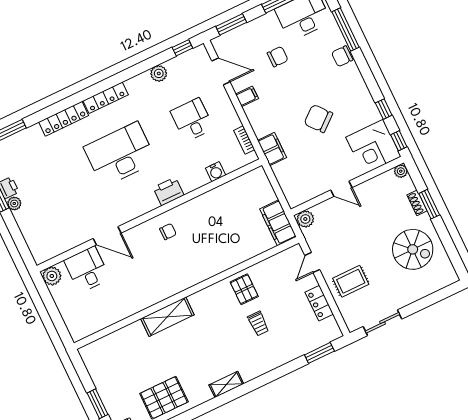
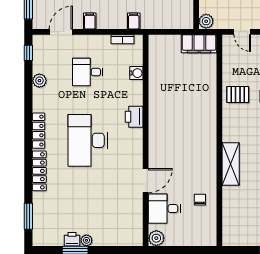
filing cabinet: (272, 149) -> (134, 21), width x0.50
chair: (168, 232) -> (200, 200), moved

